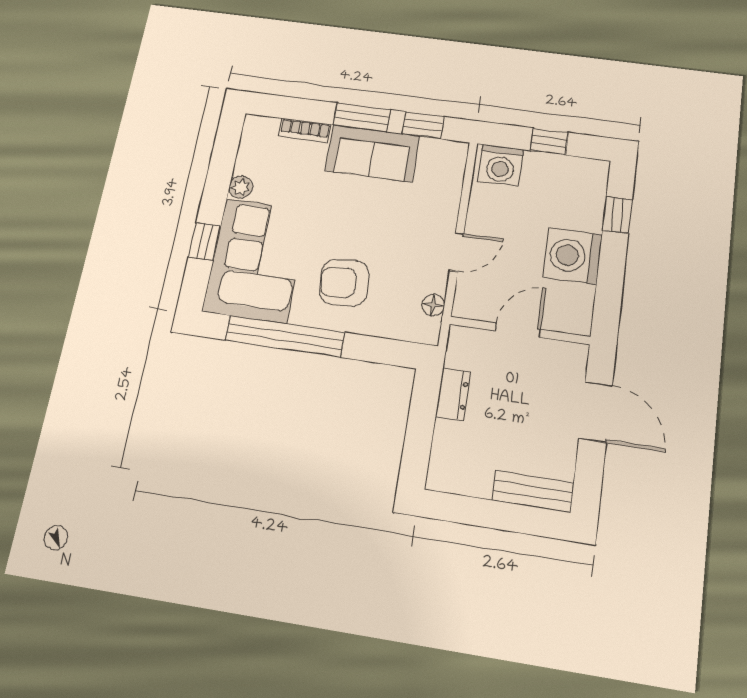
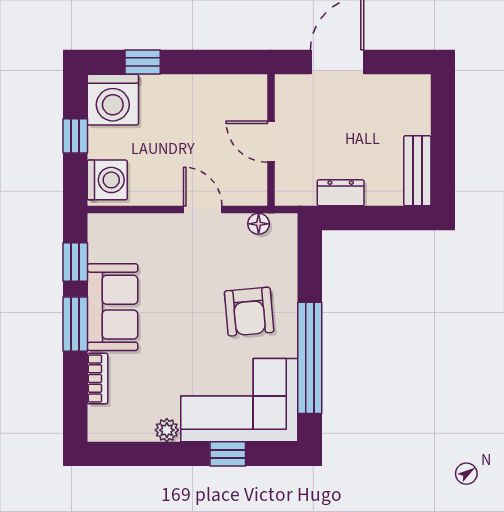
washing machine: (573, 256) -> (113, 100), moved
bench: (533, 492) -> (417, 171), moved

